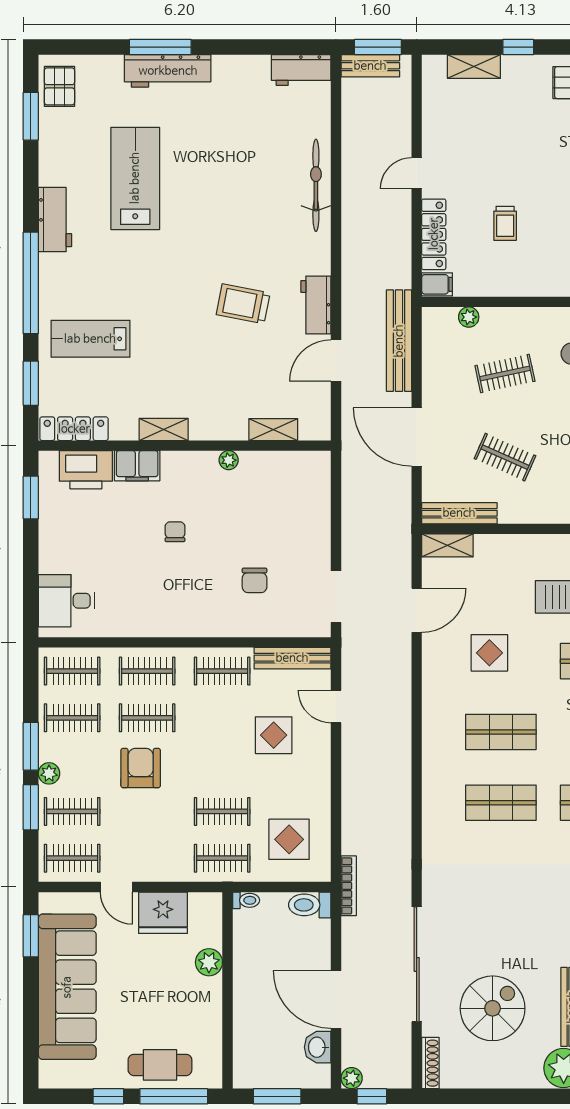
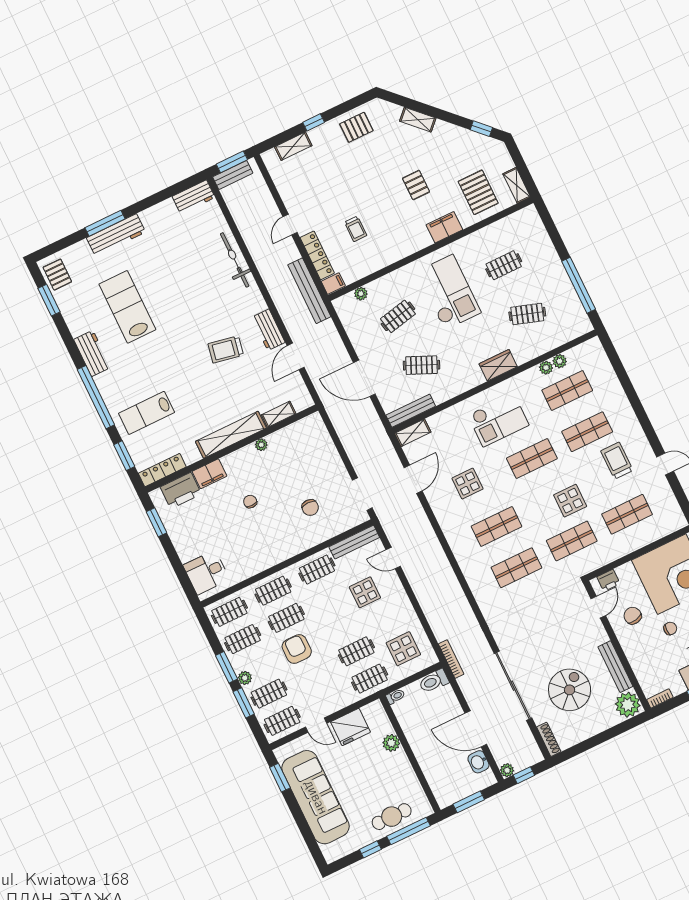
bench: (399, 341) -> (309, 291), moved
shelving: (164, 430) -> (231, 435), width x2.20, depth x1.33

